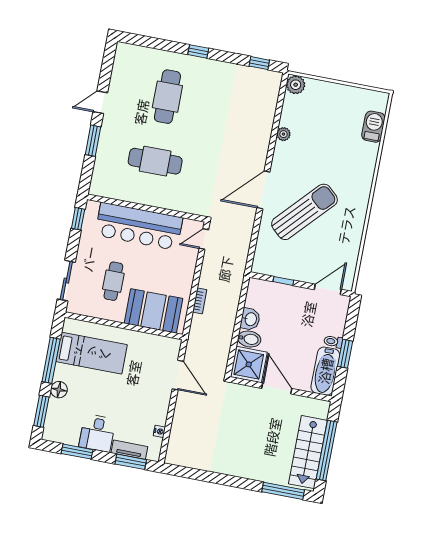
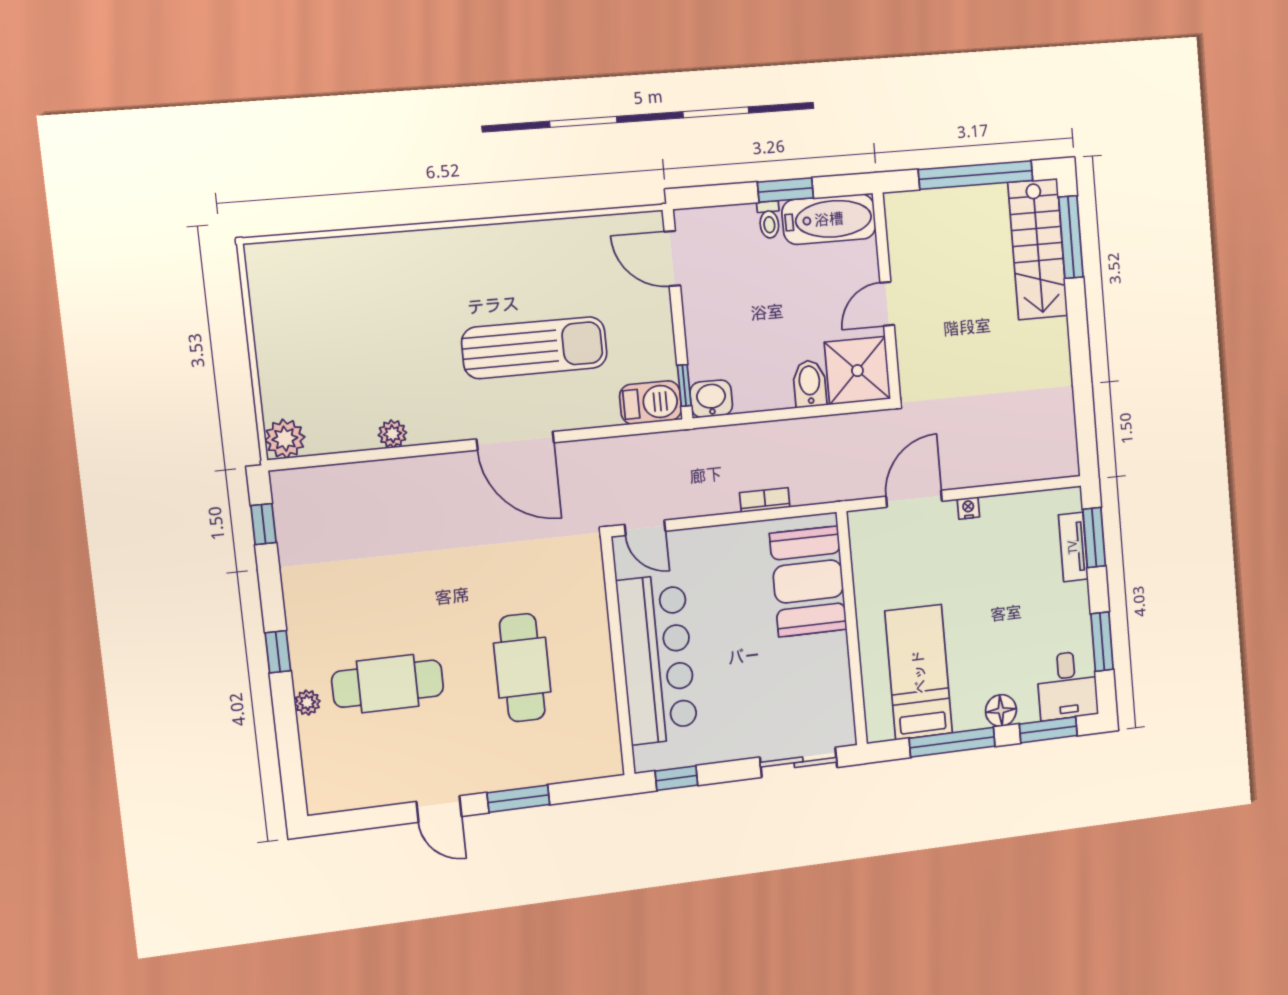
plant: (170, 57) -> (307, 703), added
barbecue: (373, 127) -> (651, 403), moved, turned 180
sun lounger: (304, 212) -> (535, 348), turned 137
cafe table: (113, 281) -> (775, 674), removed
window: (283, 281) -> (684, 385), moved
washbasin: (250, 319) -> (711, 399), moved
door: (277, 388) -> (887, 304), width x0.73
nightstand: (159, 431) -> (968, 508), moved
desk: (97, 433) -> (1067, 685), moved, turned 90
stairs: (308, 452) -> (1038, 249), moved, turned 90

